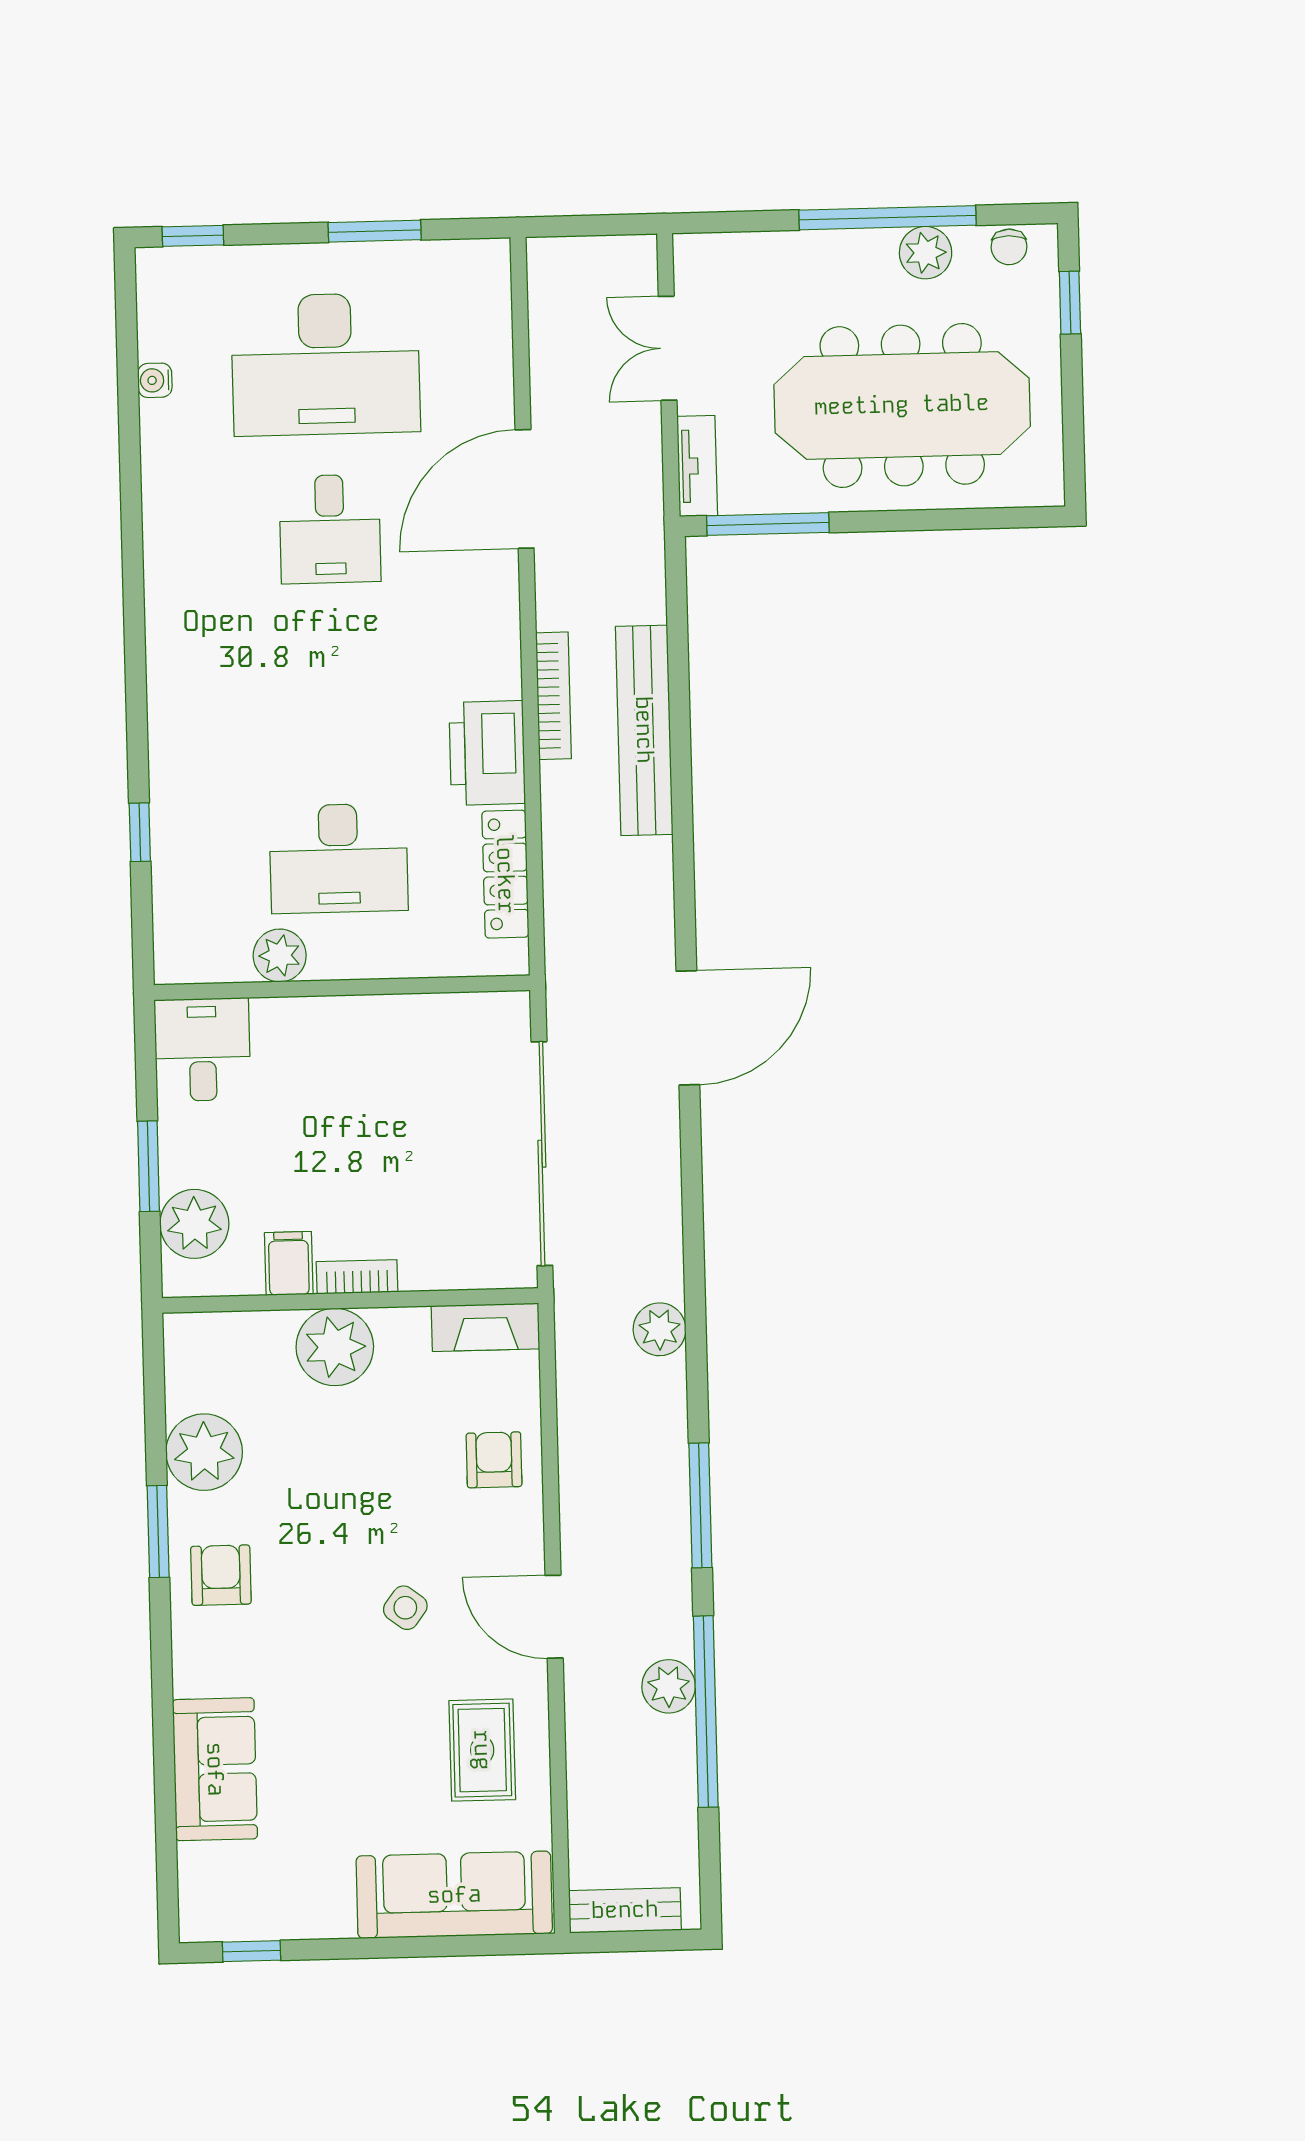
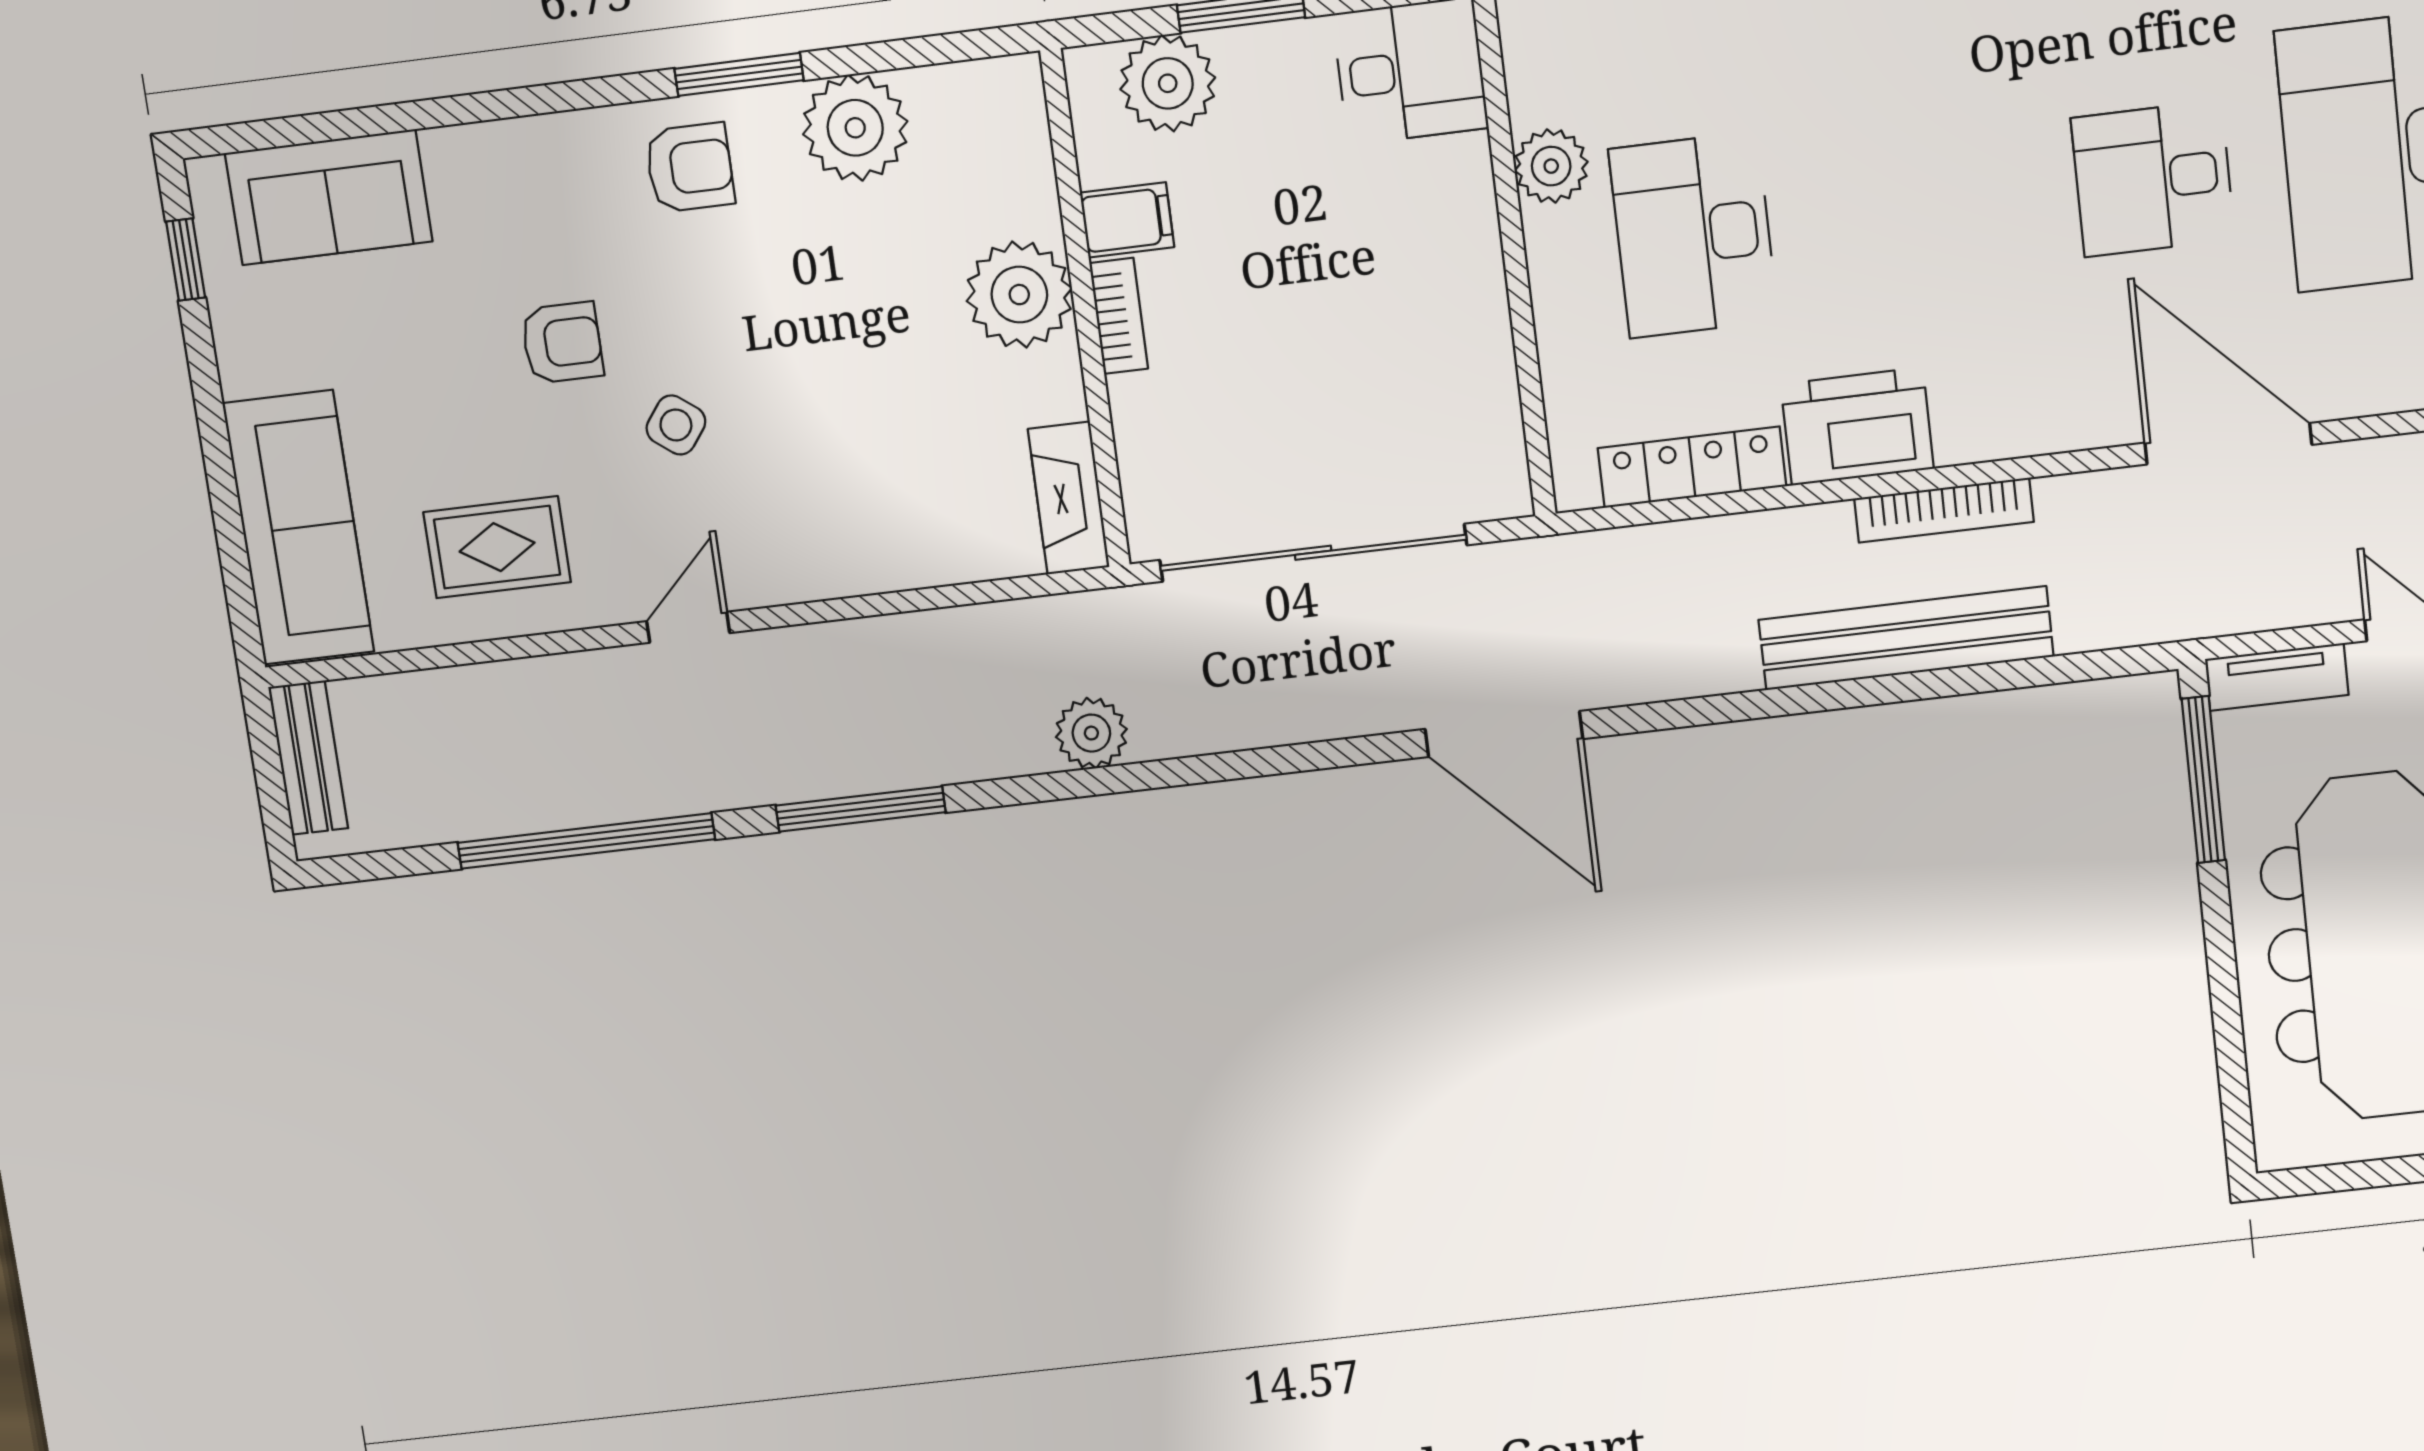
armchair: (494, 1460) -> (562, 343), moved
door: (554, 1617) -> (688, 627), width x0.73
plant: (669, 1686) -> (614, 789), removed
sofa: (215, 1769) -> (329, 197), moved

